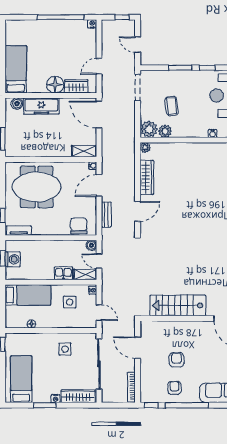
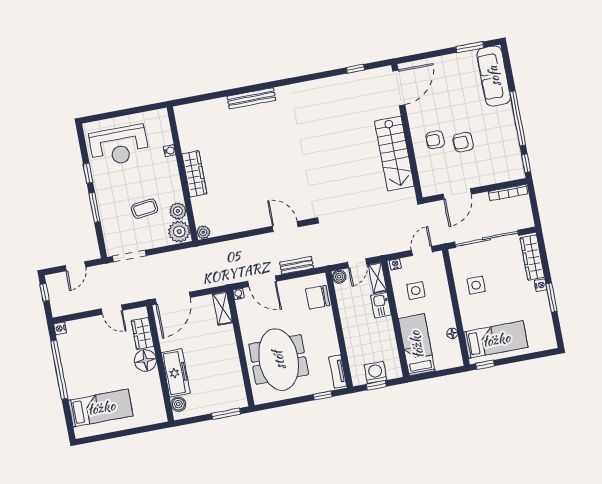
bed: (16, 69) -> (101, 408), moved, turned 180
wardrobe: (147, 177) -> (194, 174), moved, turned 90
bed: (21, 379) -> (496, 340), moved, turned 180
armchair: (174, 388) -> (435, 140), moved

